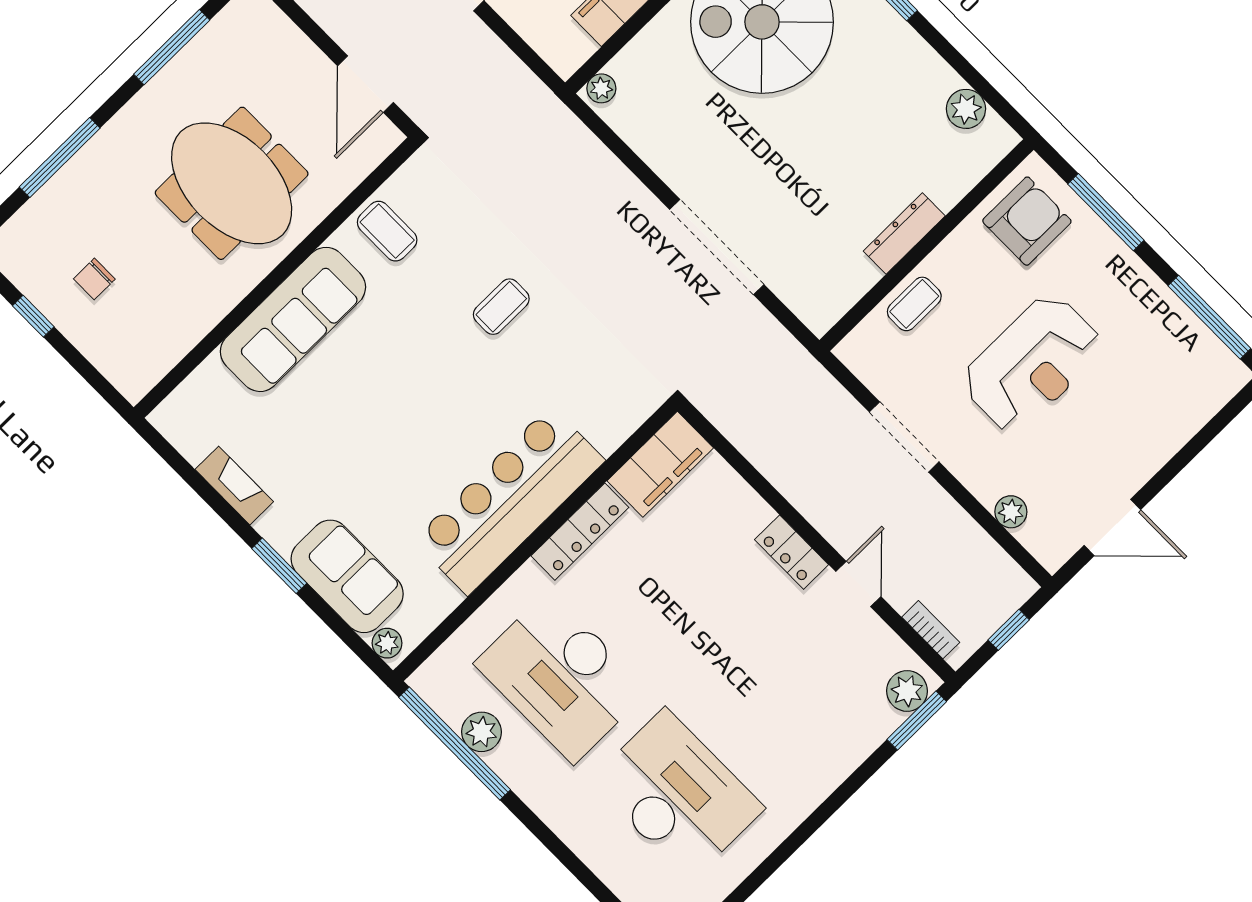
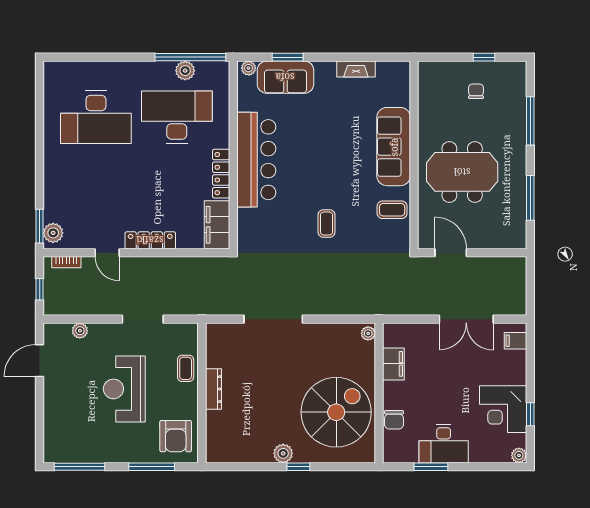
plant: (966, 109) -> (283, 453), moved
locker: (792, 552) -> (150, 240), width x1.53
window: (279, 566) -> (288, 57), moved

